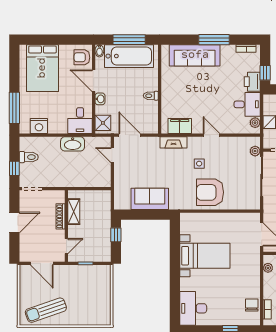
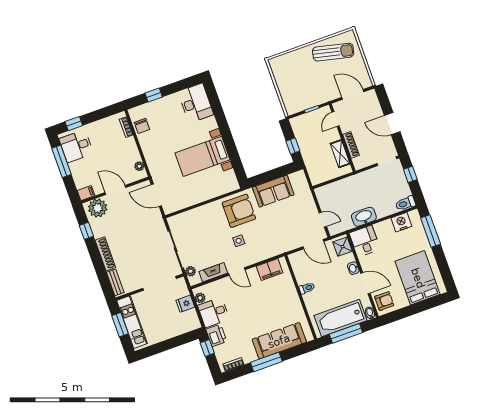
fireplace: (173, 142) -> (213, 272), moved
toilet: (29, 157) -> (405, 203), moved
armchair: (210, 192) -> (239, 211), moved
door: (14, 222) -> (392, 124), hinge flipped
sun lounger: (46, 310) -> (333, 52), turned 32

